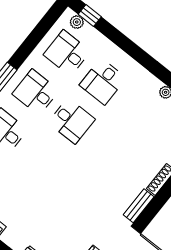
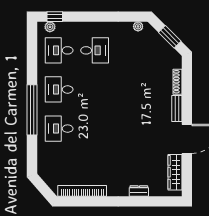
desk: (103, 82) -> (95, 50), turned -90
desk: (71, 121) -> (95, 89), removed

